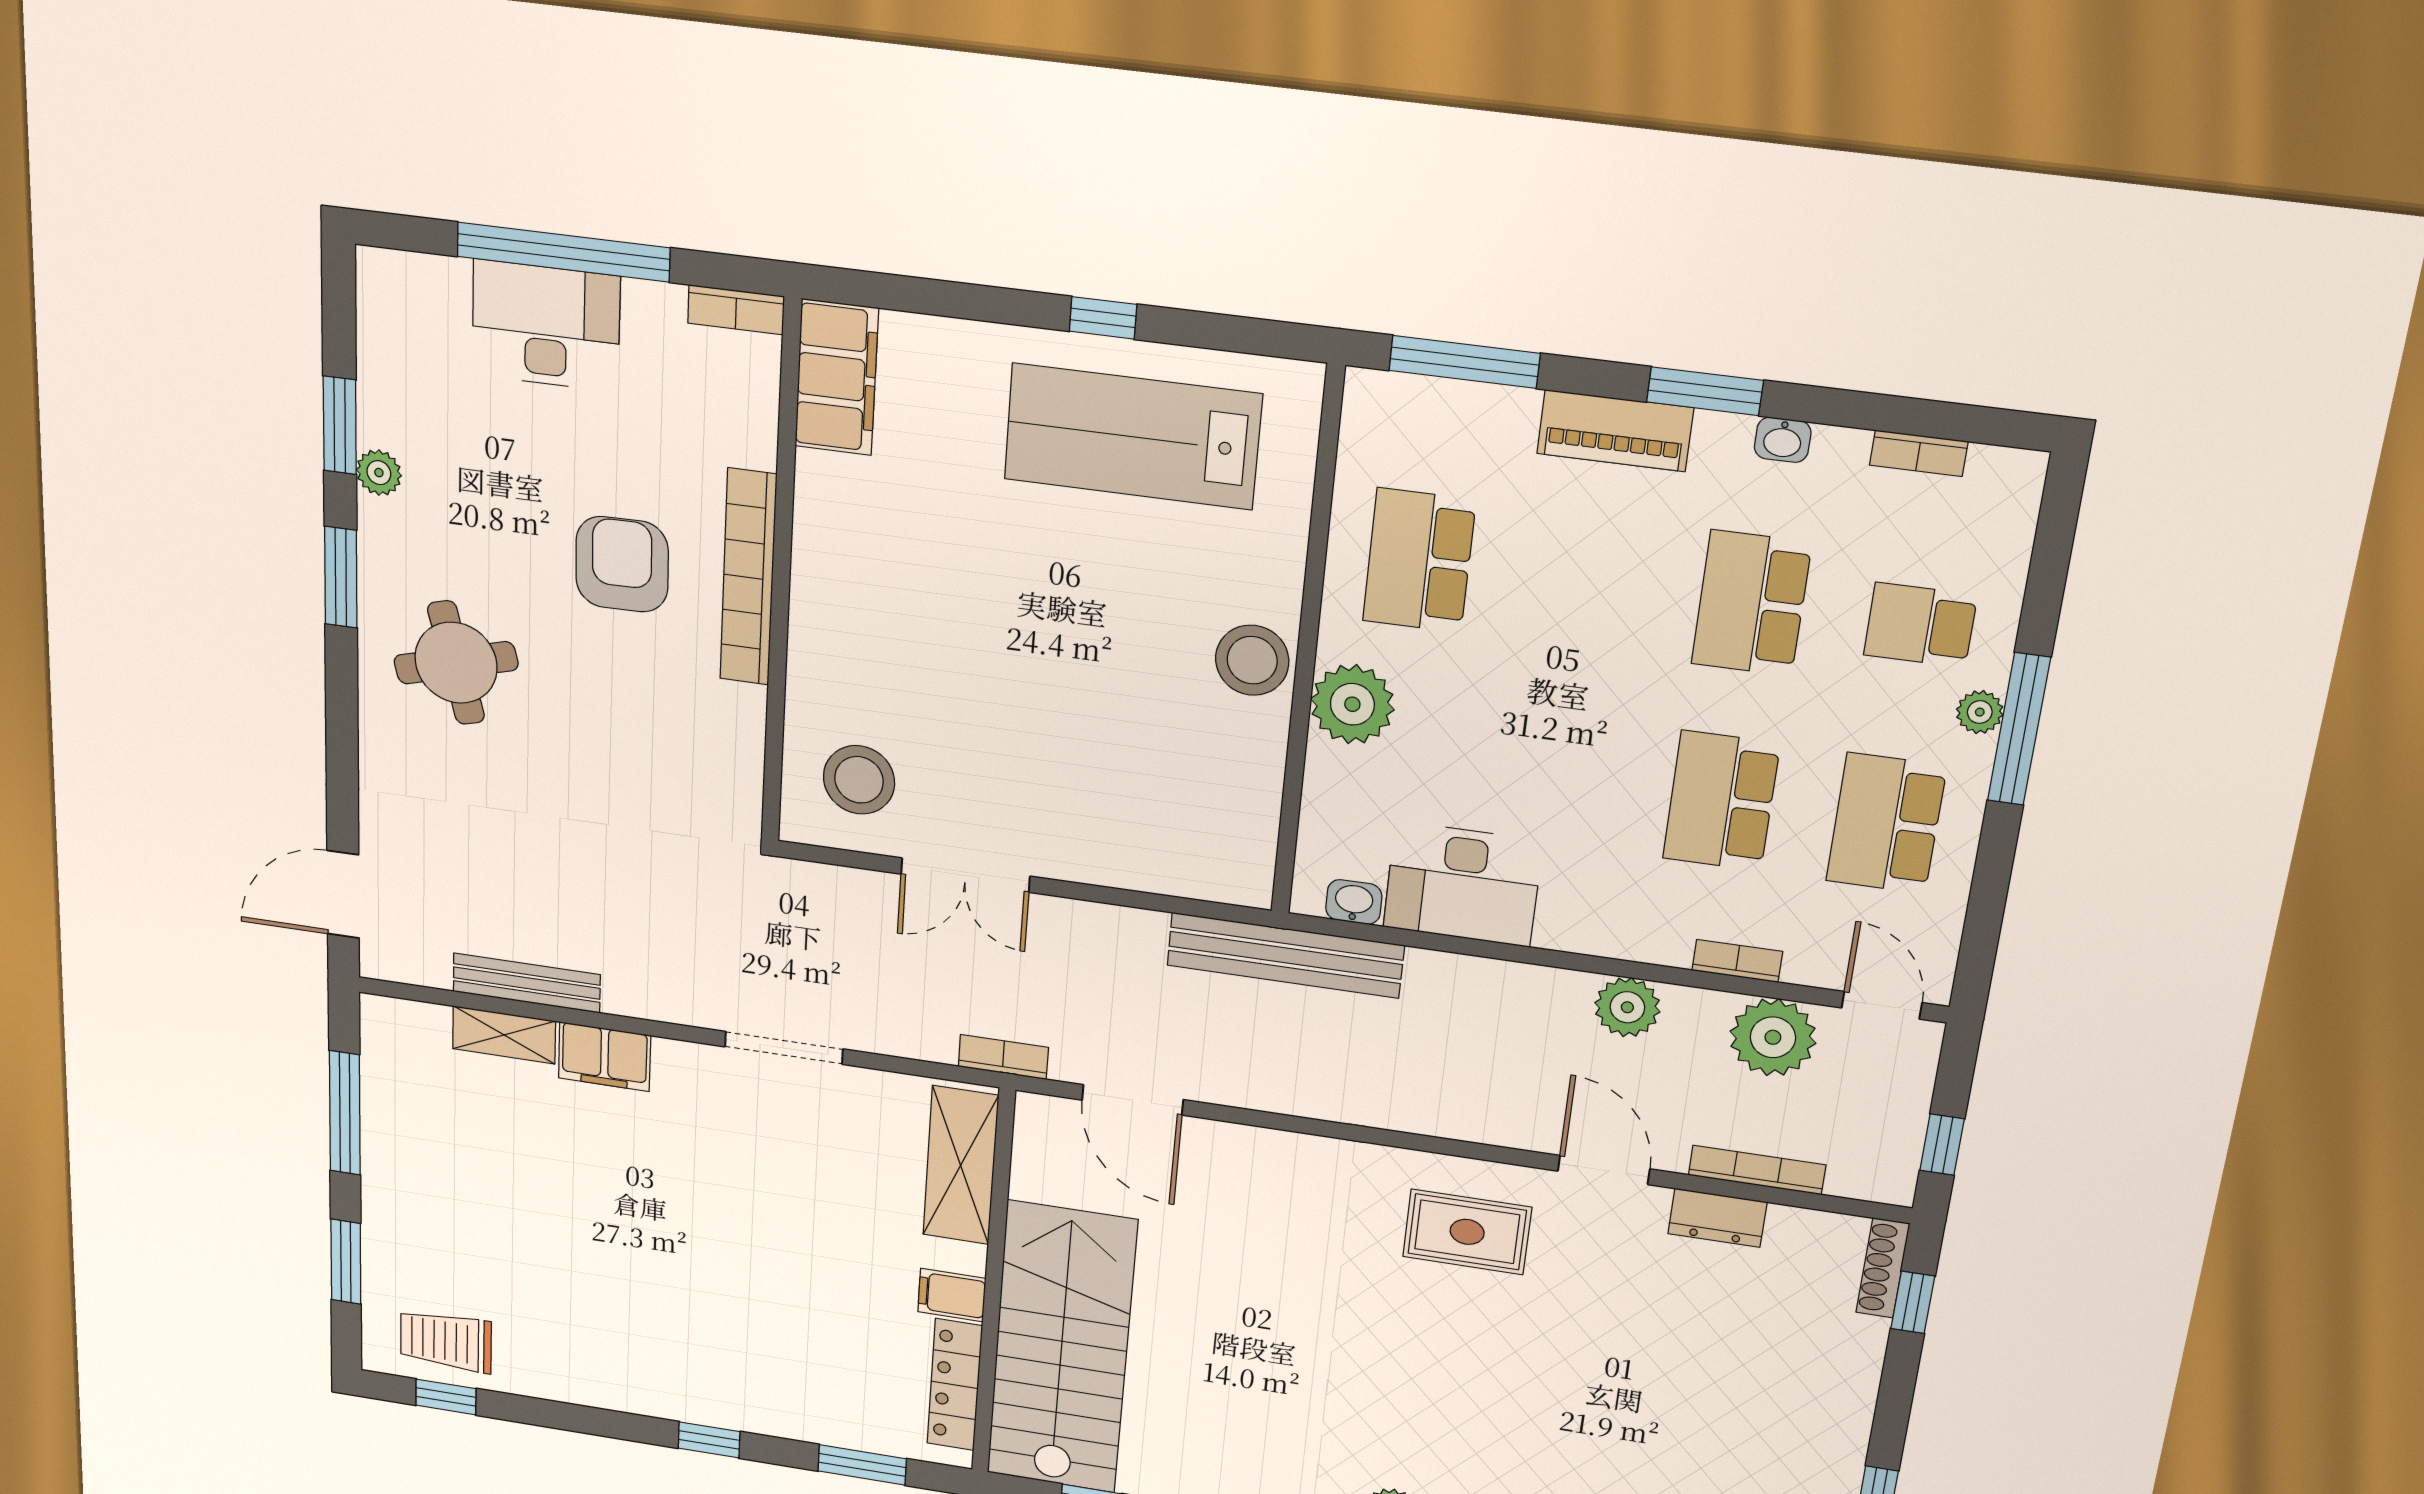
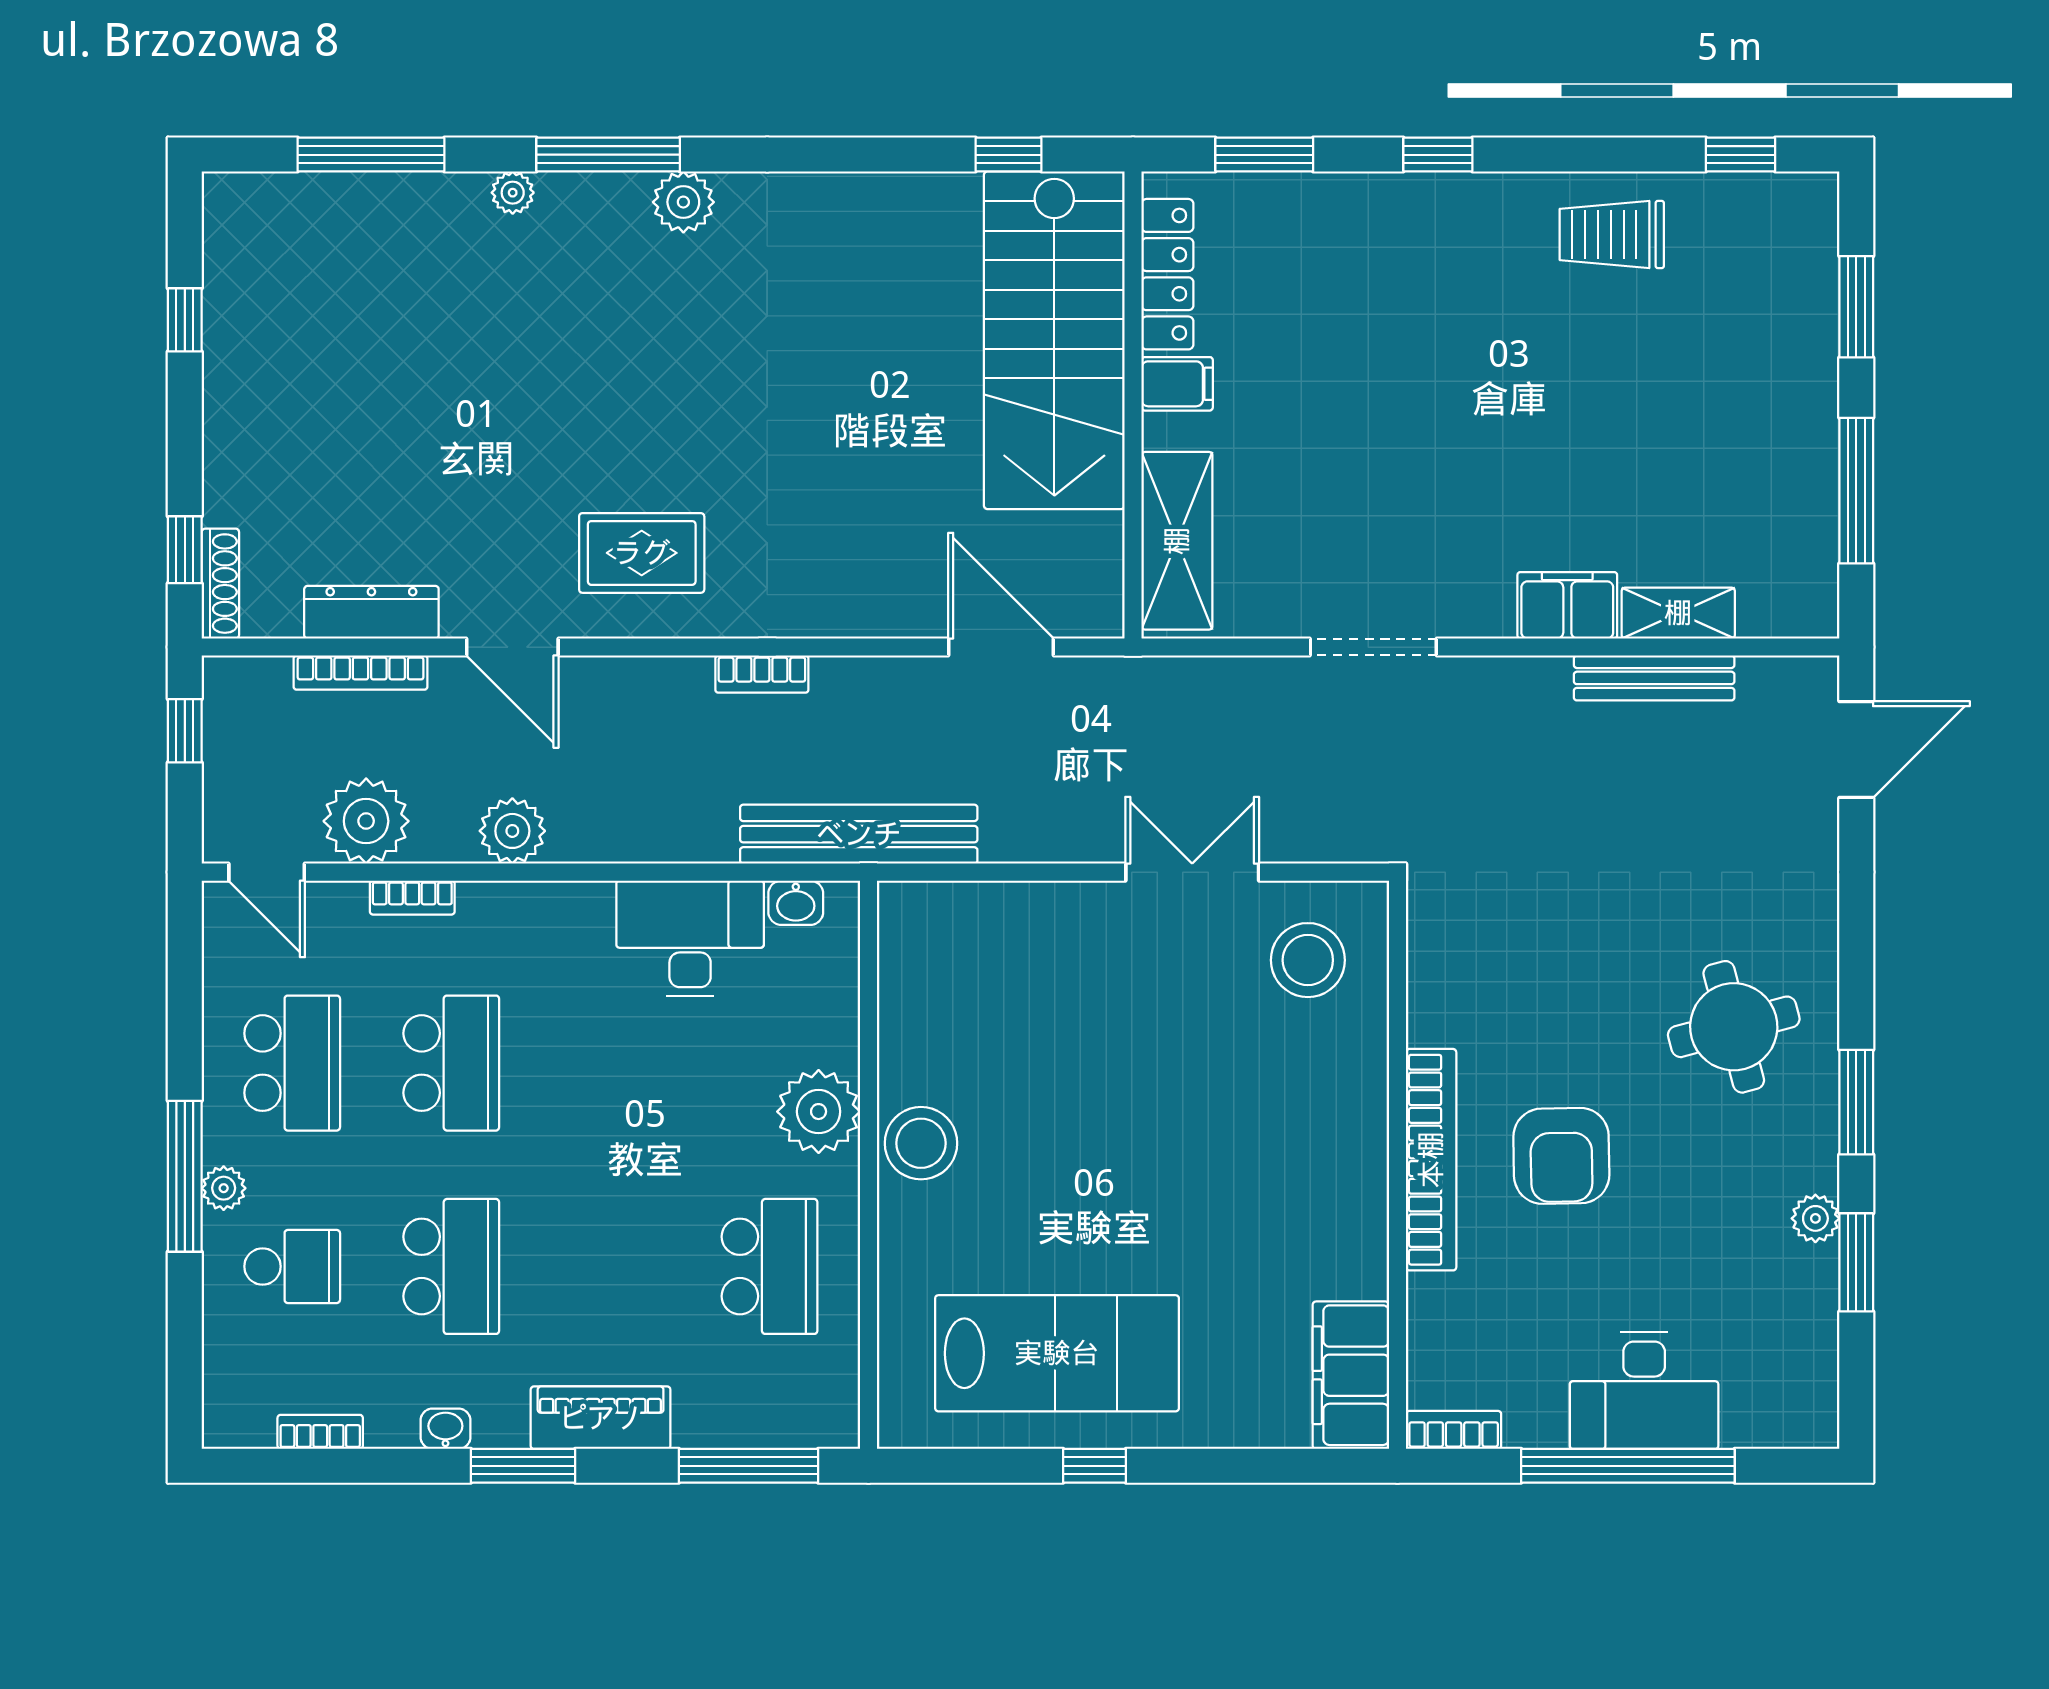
bookcase: (1003, 1057) -> (762, 674), moved
dresser: (1717, 1218) -> (371, 612), width x1.44
trolley: (446, 1341) -> (1612, 234), moved, turned 180

